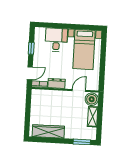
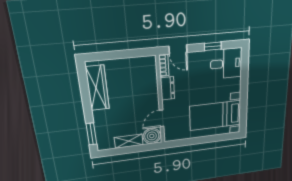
desk: (56, 40) -> (226, 64), moved
door: (79, 90) -> (161, 118), swing flipped

